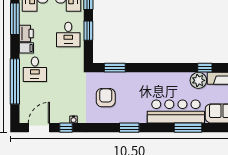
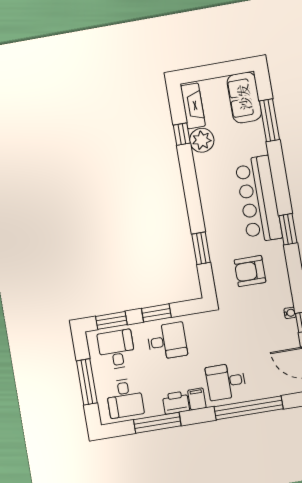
window: (115, 68) -> (201, 248), moved
desk: (35, 69) -> (226, 381), turned 180
bar counter: (176, 111) -> (259, 199), moved
window: (188, 128) -> (269, 120), moved

